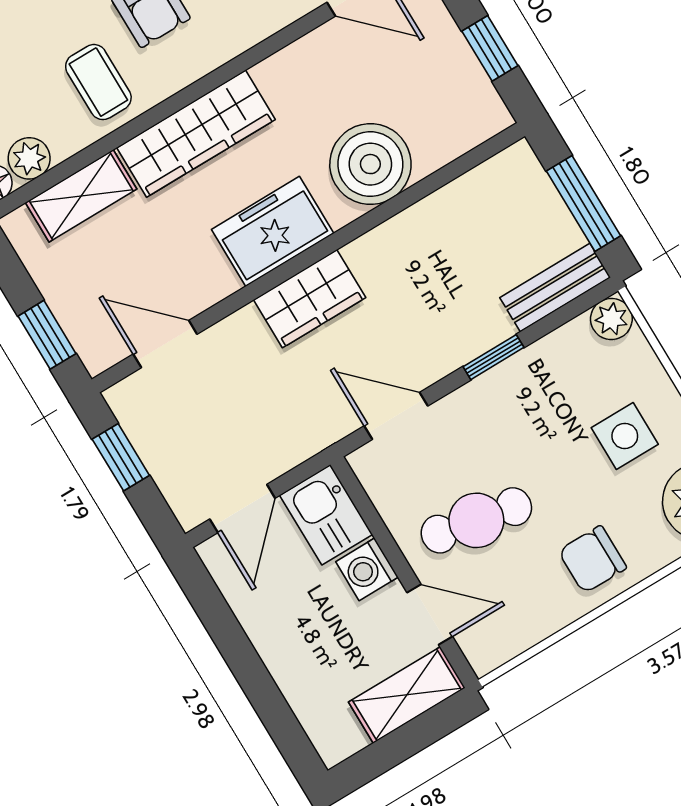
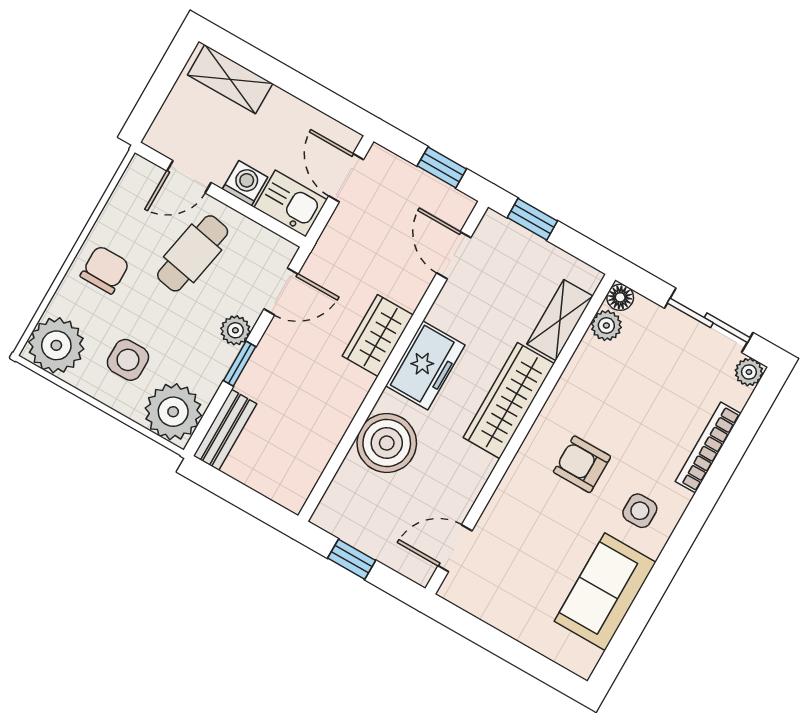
coffee table: (98, 82) -> (589, 399), removed
window: (583, 203) -> (237, 494), removed
plant: (611, 319) -> (173, 412), width x1.88, depth x1.88
door: (165, 344) -> (454, 255), swing flipped
plant: (476, 400) -> (235, 330), added
shelving: (407, 695) -> (230, 79), moved, turned 90

